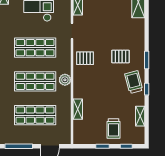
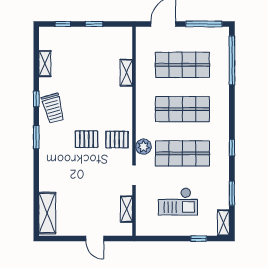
pallet: (121, 56) -> (86, 139), moved
plant: (65, 80) -> (143, 147), moved
trolley: (114, 128) -> (80, 47), removed

